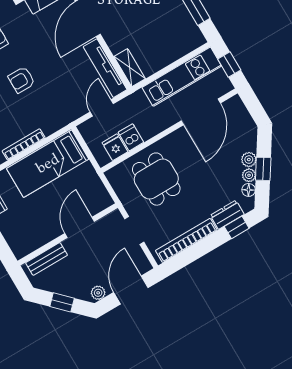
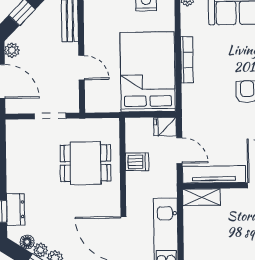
fridge: (115, 147) -> (165, 127), moved, turned 180
bed: (48, 164) -> (148, 72), width x1.50
door: (80, 227) -> (81, 68), width x0.73
bookcase: (186, 240) -> (14, 158), removed

